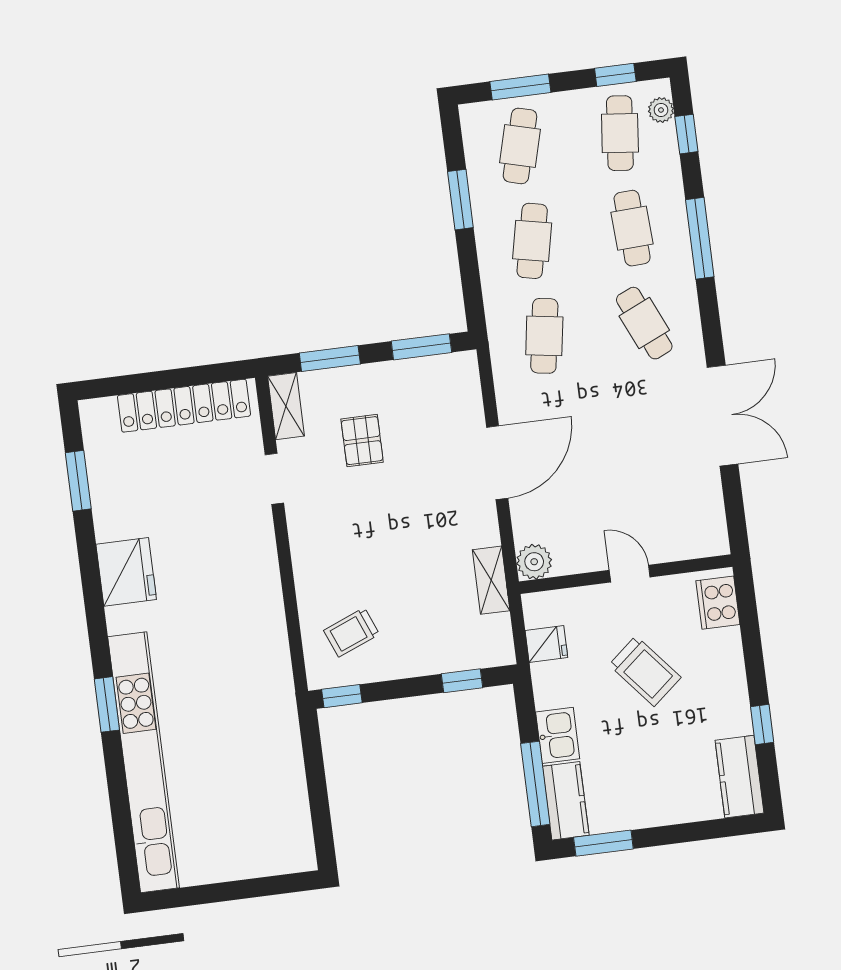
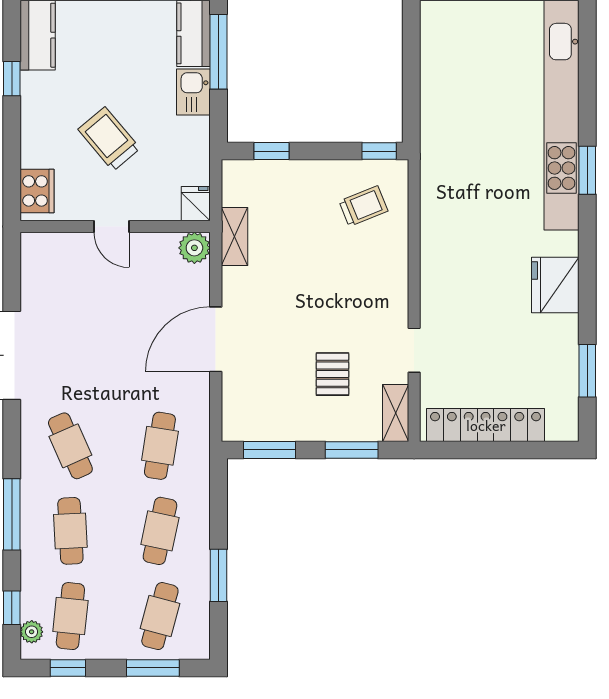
fridge: (546, 644) -> (196, 204), moved, turned 90

